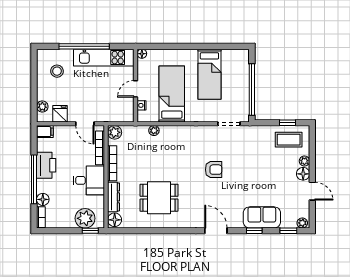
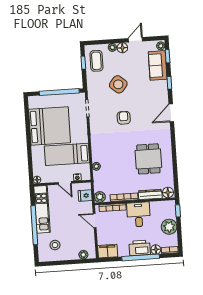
bed: (209, 74) -> (50, 126), width x2.04
fridge: (60, 114) -> (85, 196), moved
door: (85, 124) -> (95, 221), swing flipped
filing cabinet: (45, 132) -> (108, 251), width x2.00
printer: (46, 165) -> (140, 248), moved
side table: (257, 165) -> (118, 84), added
sofa: (262, 217) -> (158, 65), moved
plant: (85, 218) -> (169, 227), moved

